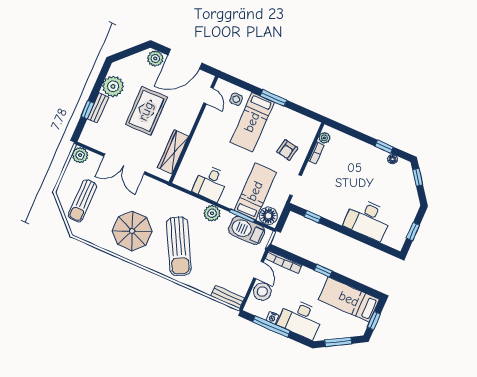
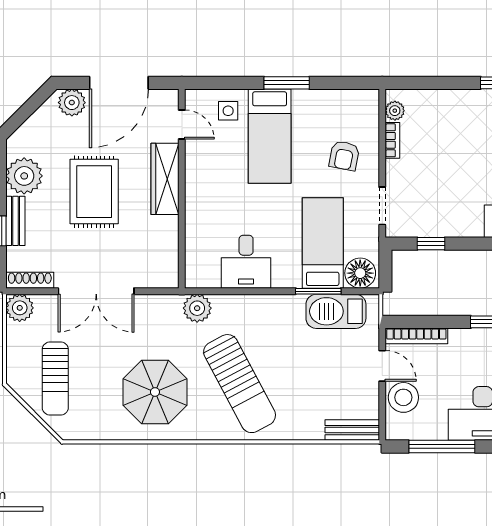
shoe rack: (92, 143) -> (30, 280), added
wardrobe: (173, 152) -> (165, 179), moved
plant: (212, 213) -> (197, 308), moved
nightstand: (272, 318) -> (437, 432), removed

